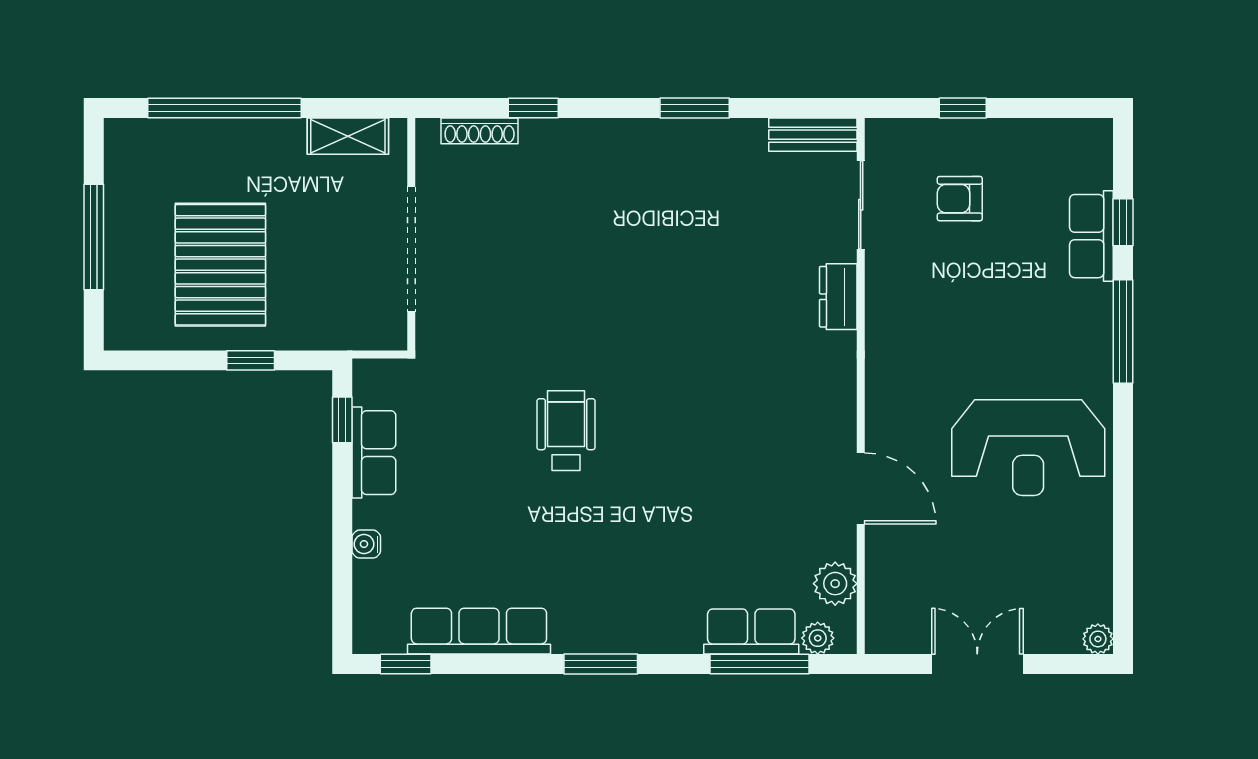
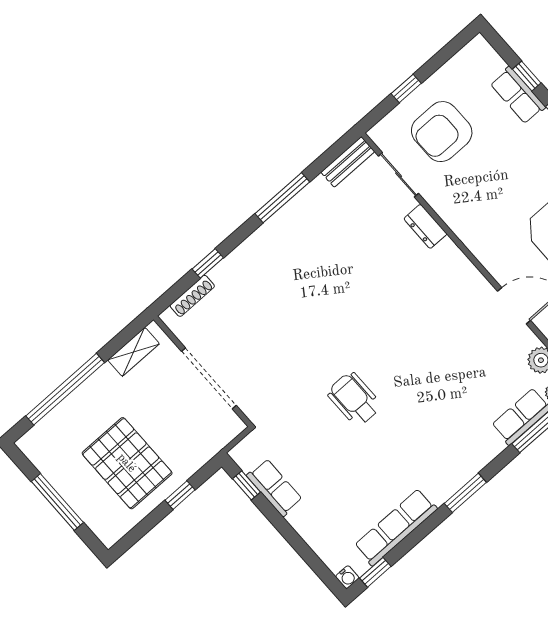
window: (695, 108) -> (282, 198), width x1.44
armchair: (960, 199) -> (442, 132), width x1.88, depth x1.88
water cooler: (366, 544) -> (347, 577), moved, turned -90

